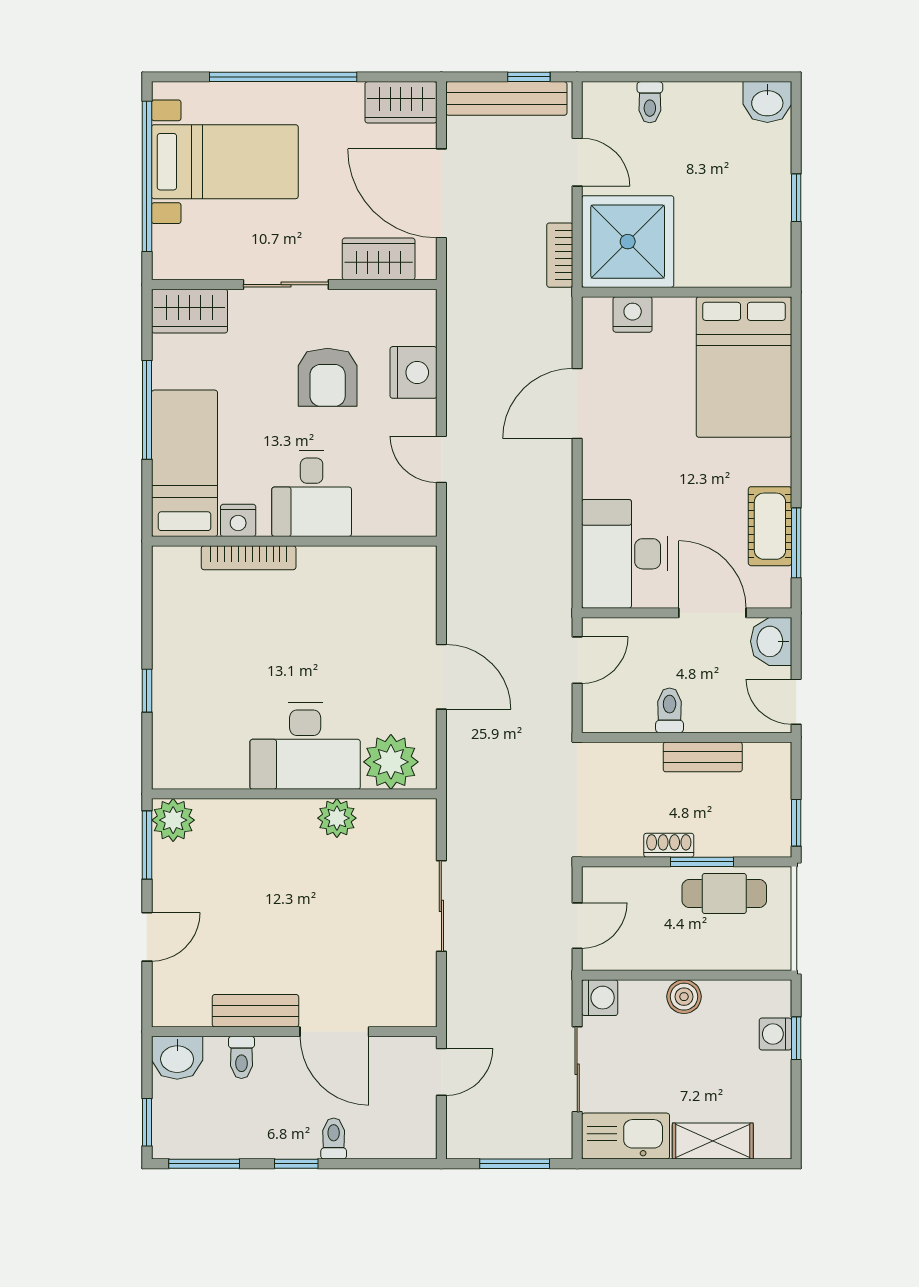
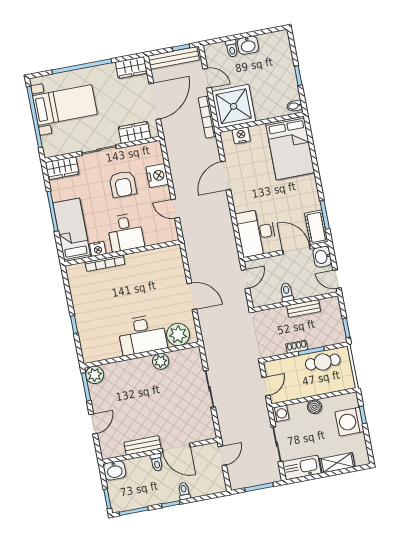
washbasin: (767, 102) -> (248, 45), moved
door: (441, 193) -> (155, 101), swing flipped
bookcase: (560, 255) -> (207, 117), width x1.56
bidet: (773, 268) -> (294, 106), added
cot: (770, 526) -> (316, 227), moved
washing machine: (775, 1034) -> (350, 422), width x1.89, depth x1.89
toilet: (241, 1057) -> (157, 462), moved

